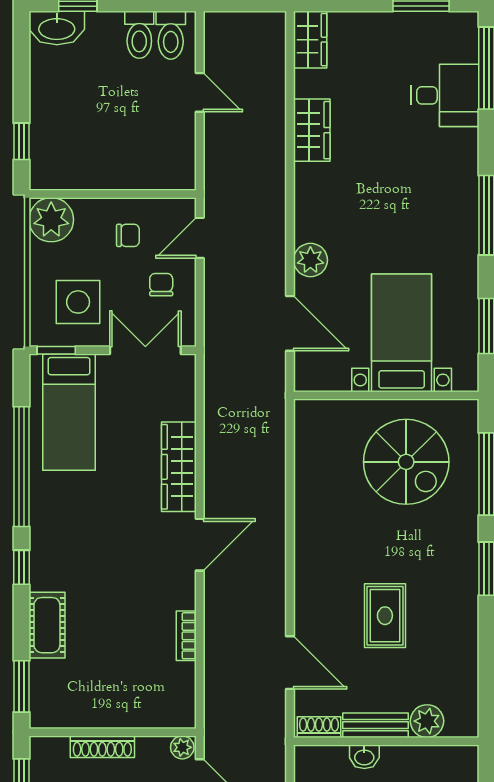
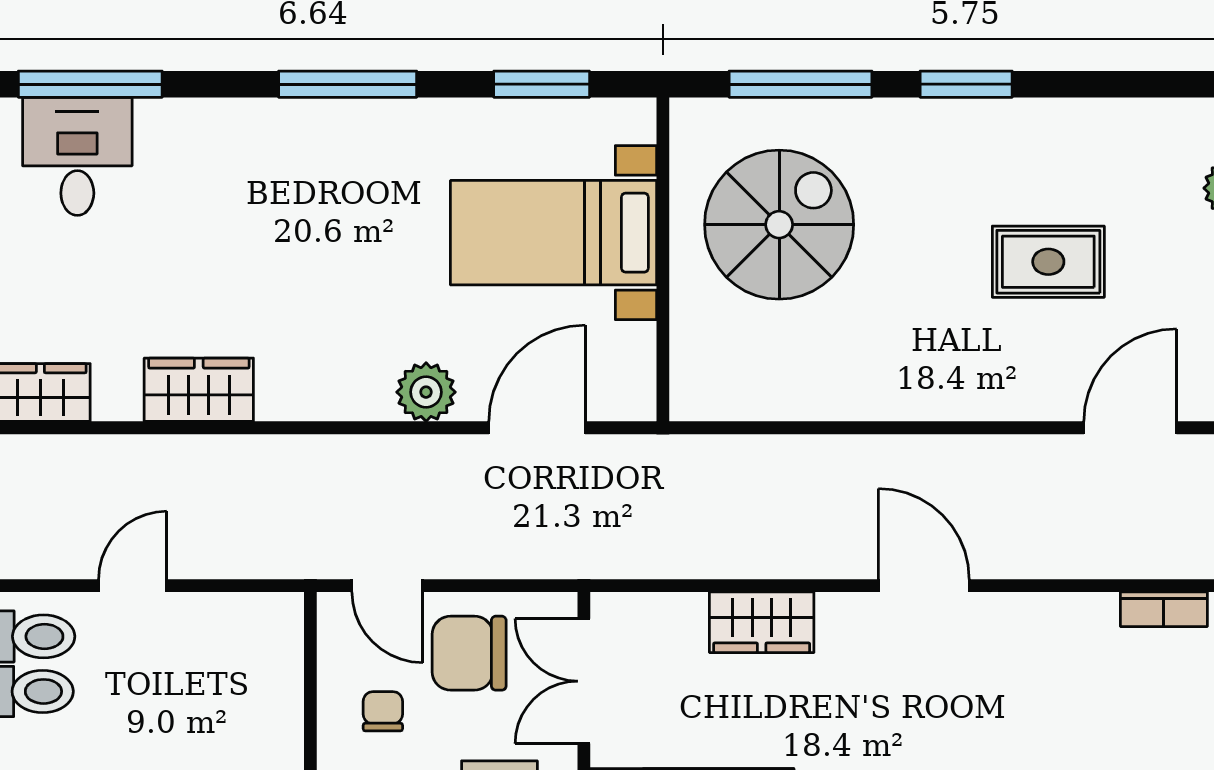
desk: (445, 95) -> (77, 156), moved
chair: (161, 285) -> (469, 653), width x1.87, depth x1.87
wardrobe: (179, 467) -> (762, 622), width x0.67
bookcase: (186, 636) -> (1164, 609), moved

